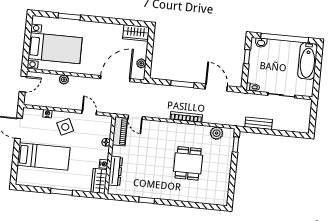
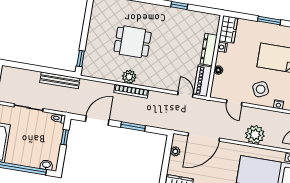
window: (247, 57) -> (65, 137), moved
plant: (64, 80) -> (255, 135), width x1.88, depth x1.88
door: (216, 87) -> (97, 121), swing flipped
bench: (259, 123) -> (60, 80), width x1.36
plant: (217, 133) -> (129, 77), moved
dining table: (188, 163) -> (133, 42), turned 90
dresser: (115, 171) -> (209, 49), moved

